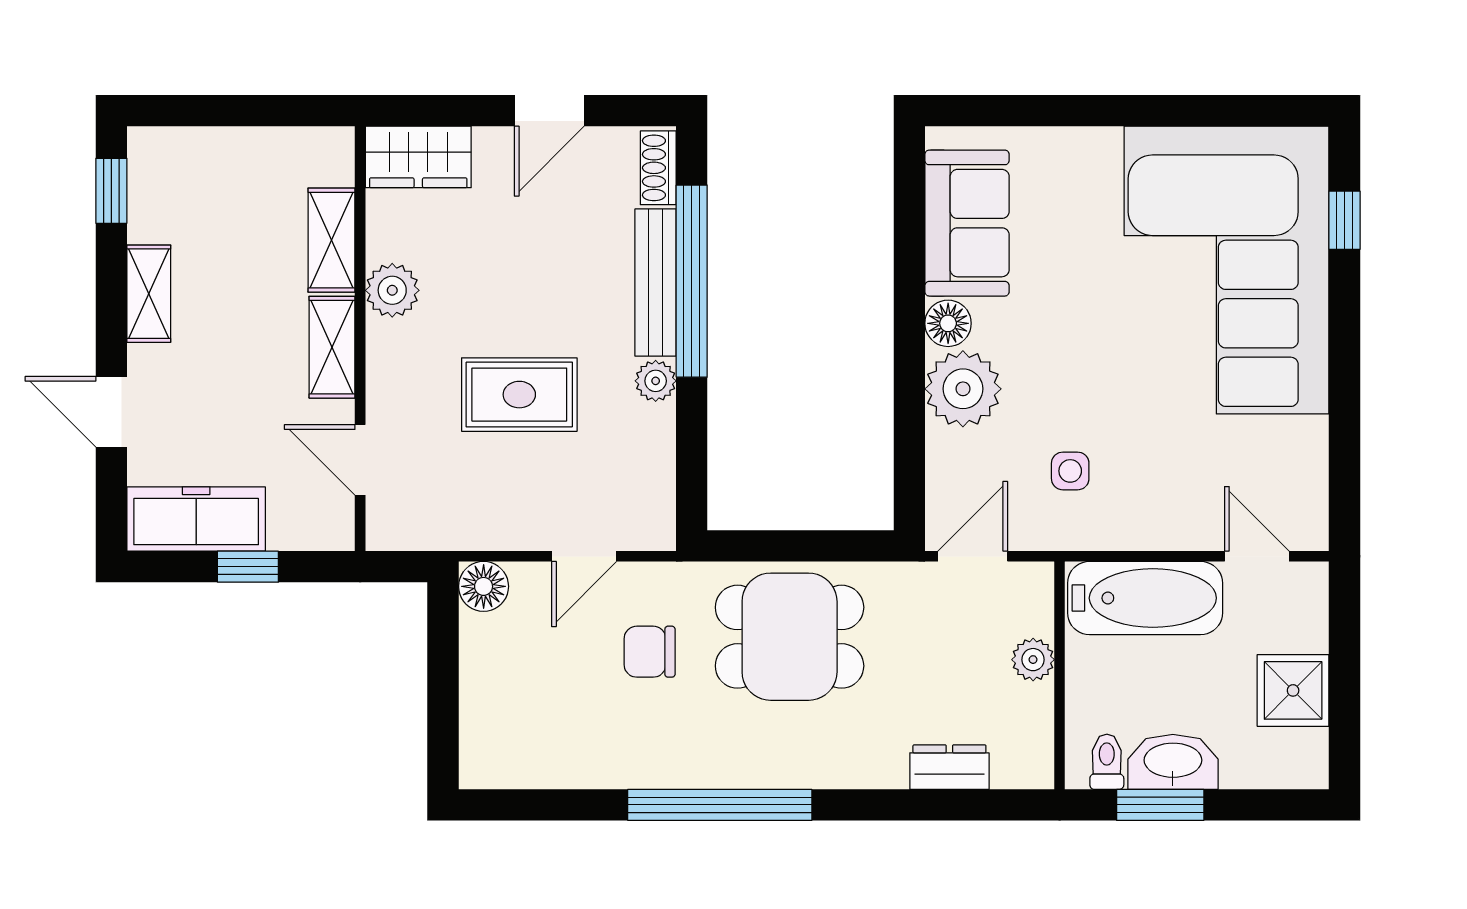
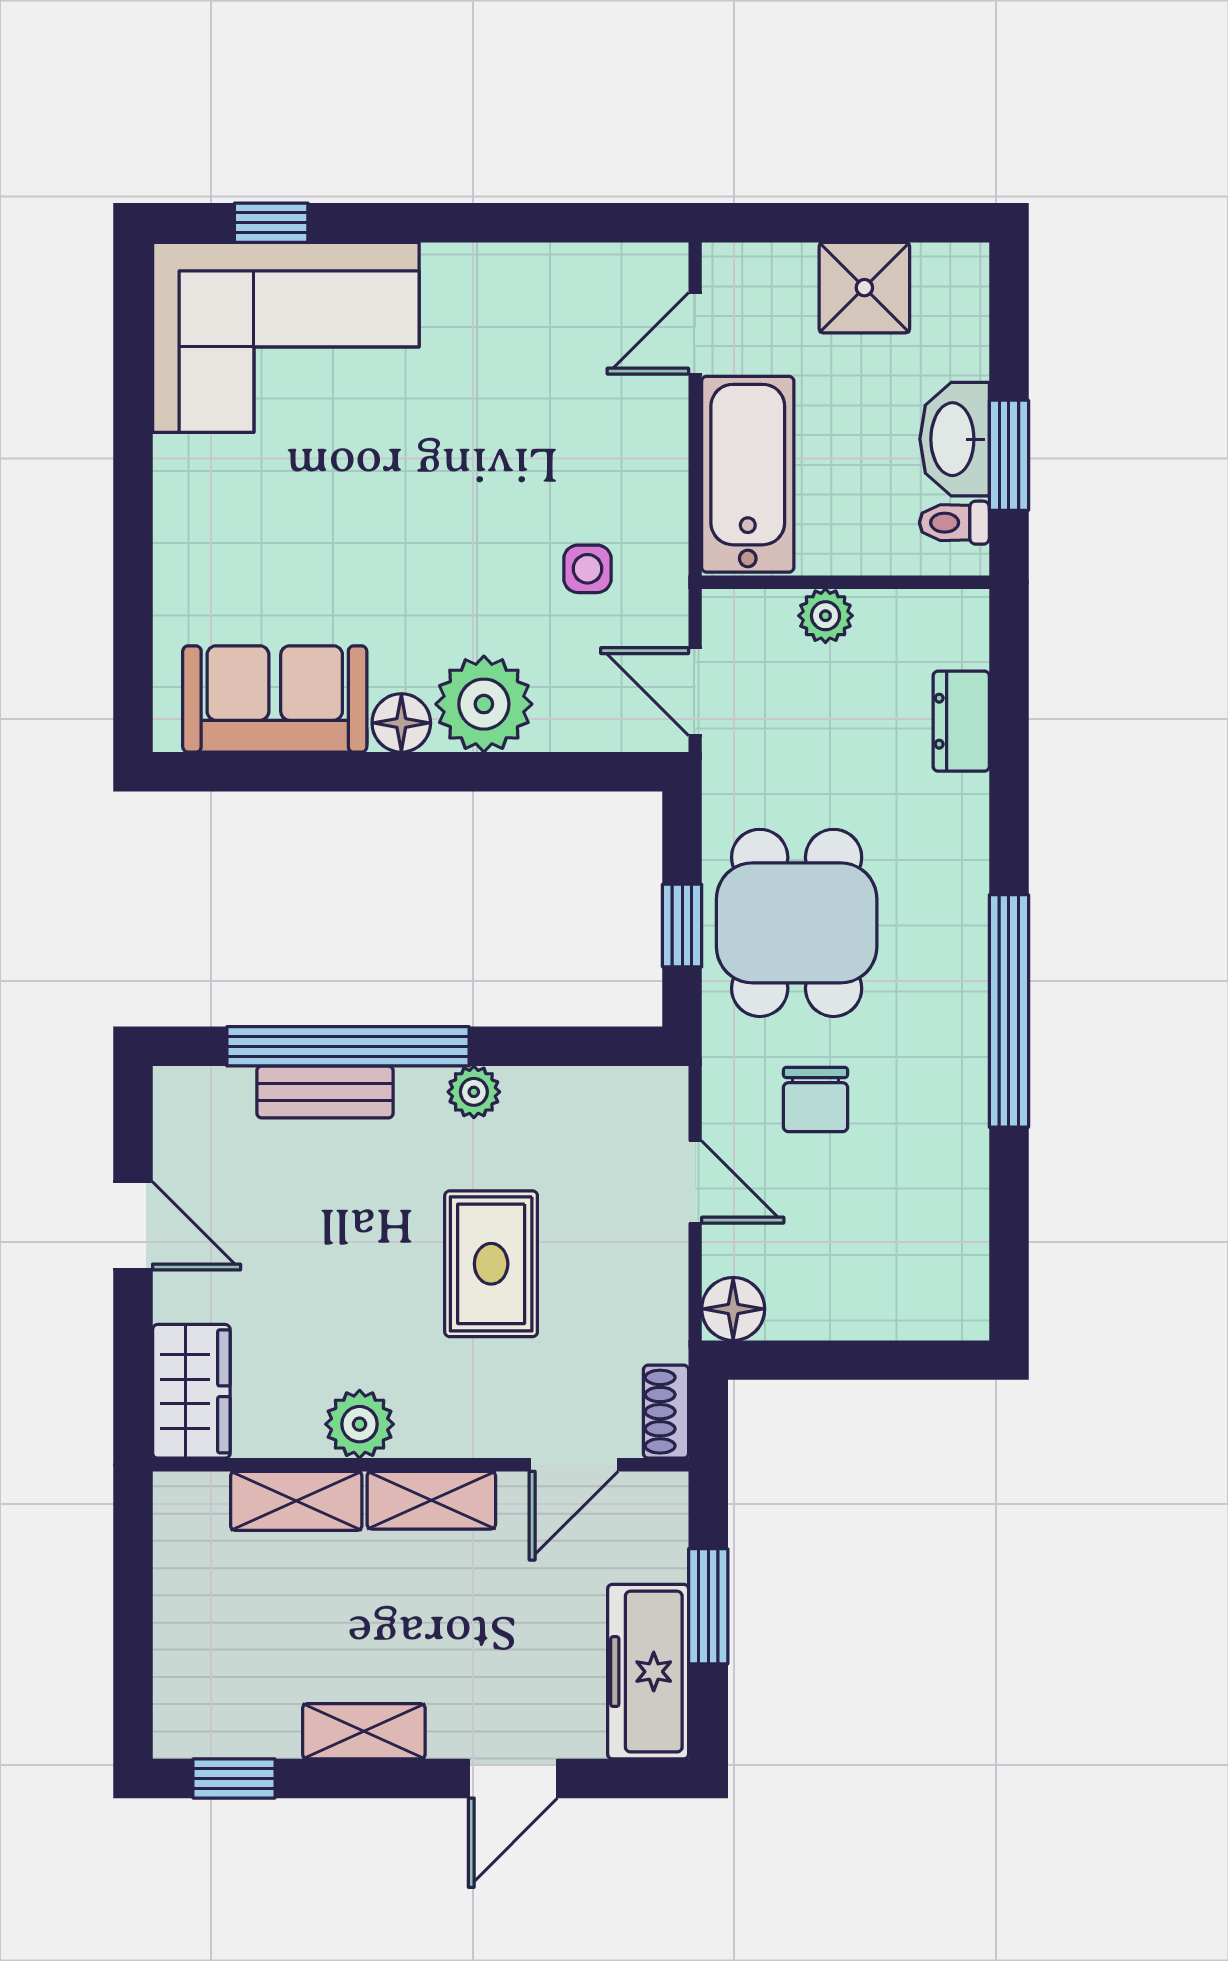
shoe rack: (658, 168) -> (666, 1412), moved, turned 90
corner sofa: (1227, 270) -> (286, 337), width x0.73, depth x0.74
bench: (656, 283) -> (325, 1092), width x0.73
window: (787, 546) -> (682, 926), added
window: (248, 567) -> (708, 1606), width x1.50

